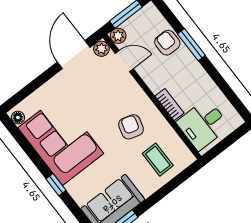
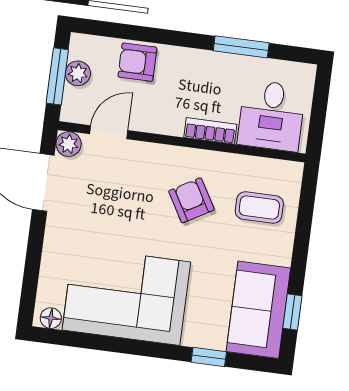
plant: (118, 36) -> (78, 73), moved
window: (191, 45) -> (241, 47), moved
armchair: (131, 127) -> (191, 200), turned 44
window: (56, 185) -> (209, 357), moved

